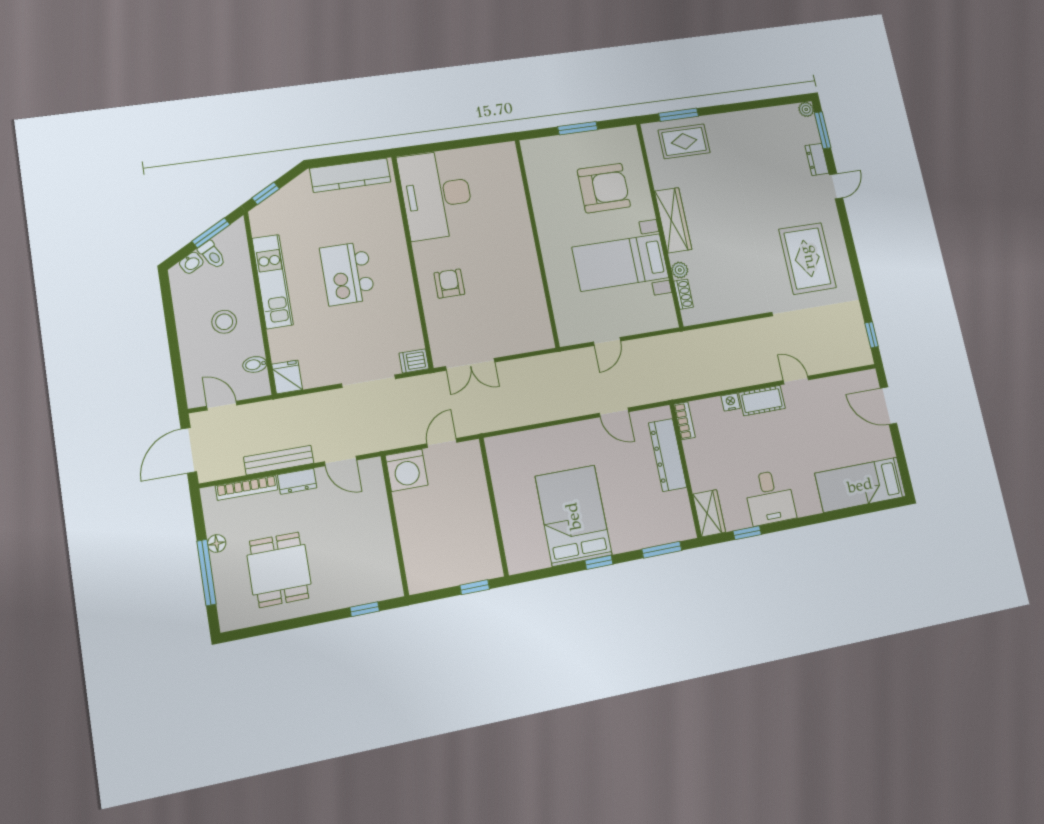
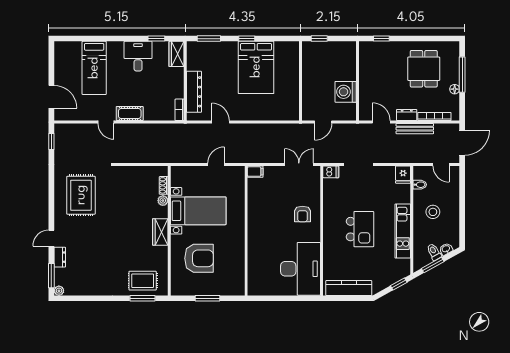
armchair: (604, 188) -> (199, 258), turned 180
wardrobe: (673, 220) -> (160, 232), width x0.67
filing cabinet: (541, 340) -> (255, 172), added
nightstand: (731, 402) -> (149, 116), removed
washing machine: (407, 470) -> (346, 92), moved, turned -90
bed: (860, 485) -> (94, 68), moved, turned 90

